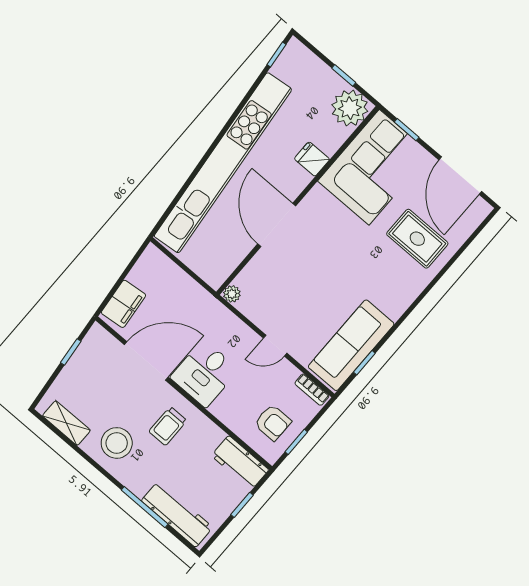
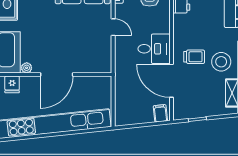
plant: (232, 294) -> (27, 68), moved
filing cabinet: (123, 304) -> (160, 113), width x0.50
trolley: (168, 426) -> (194, 57), moved

